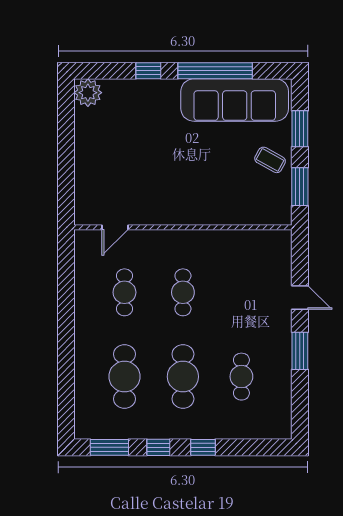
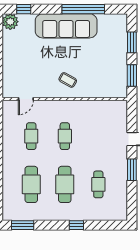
window: (148, 71) -> (24, 9), moved
sofa: (235, 100) -> (66, 26), moved
coffee table: (270, 160) -> (68, 80), moved
window: (158, 447) -> (51, 225), removed

